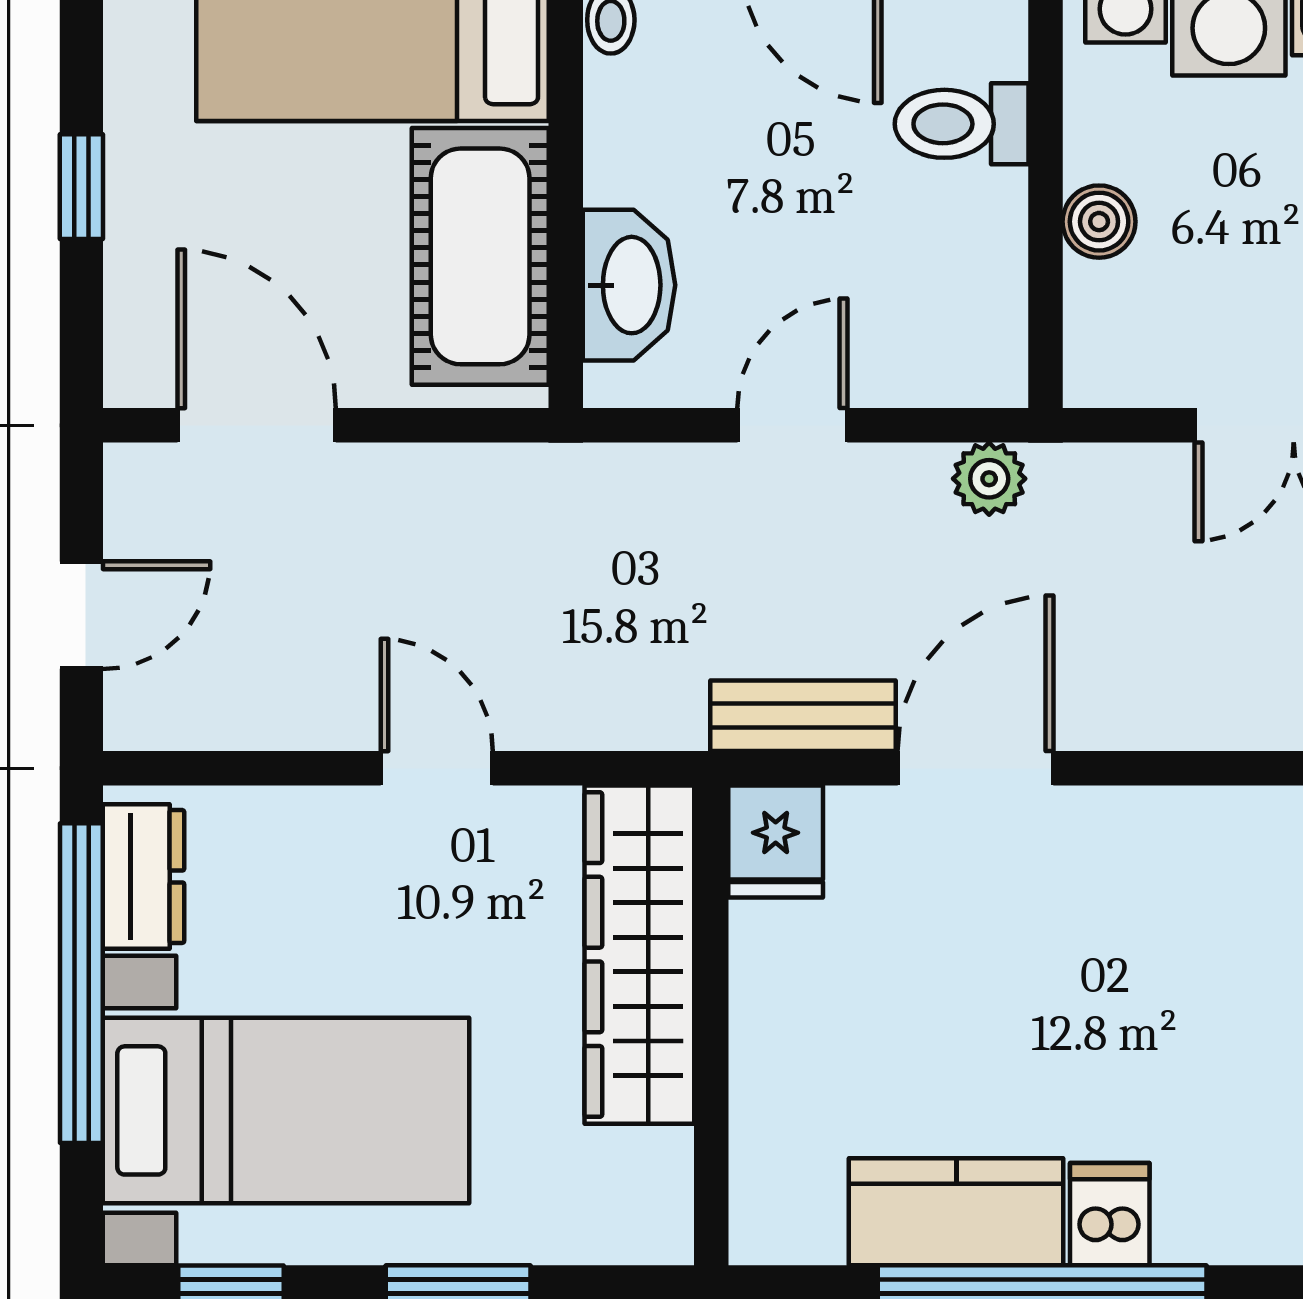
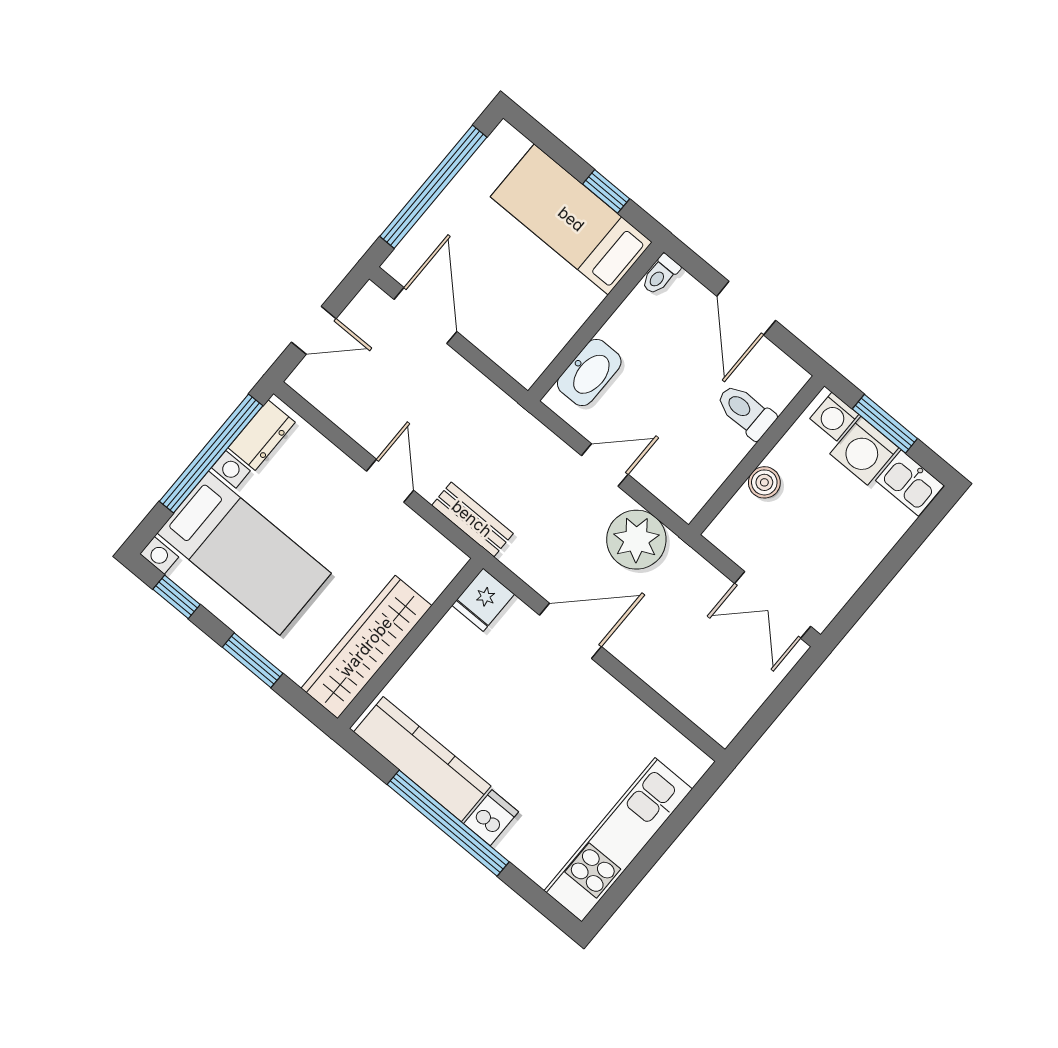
window: (81, 187) -> (433, 187), width x3.17
cot: (480, 256) -> (547, 321), removed
plant: (989, 479) -> (636, 540), width x1.87, depth x1.87
bench: (803, 716) -> (472, 519), moved
wardrobe: (639, 955) -> (366, 647), moved
kitchen counter: (956, 1212) -> (422, 759), width x1.50

